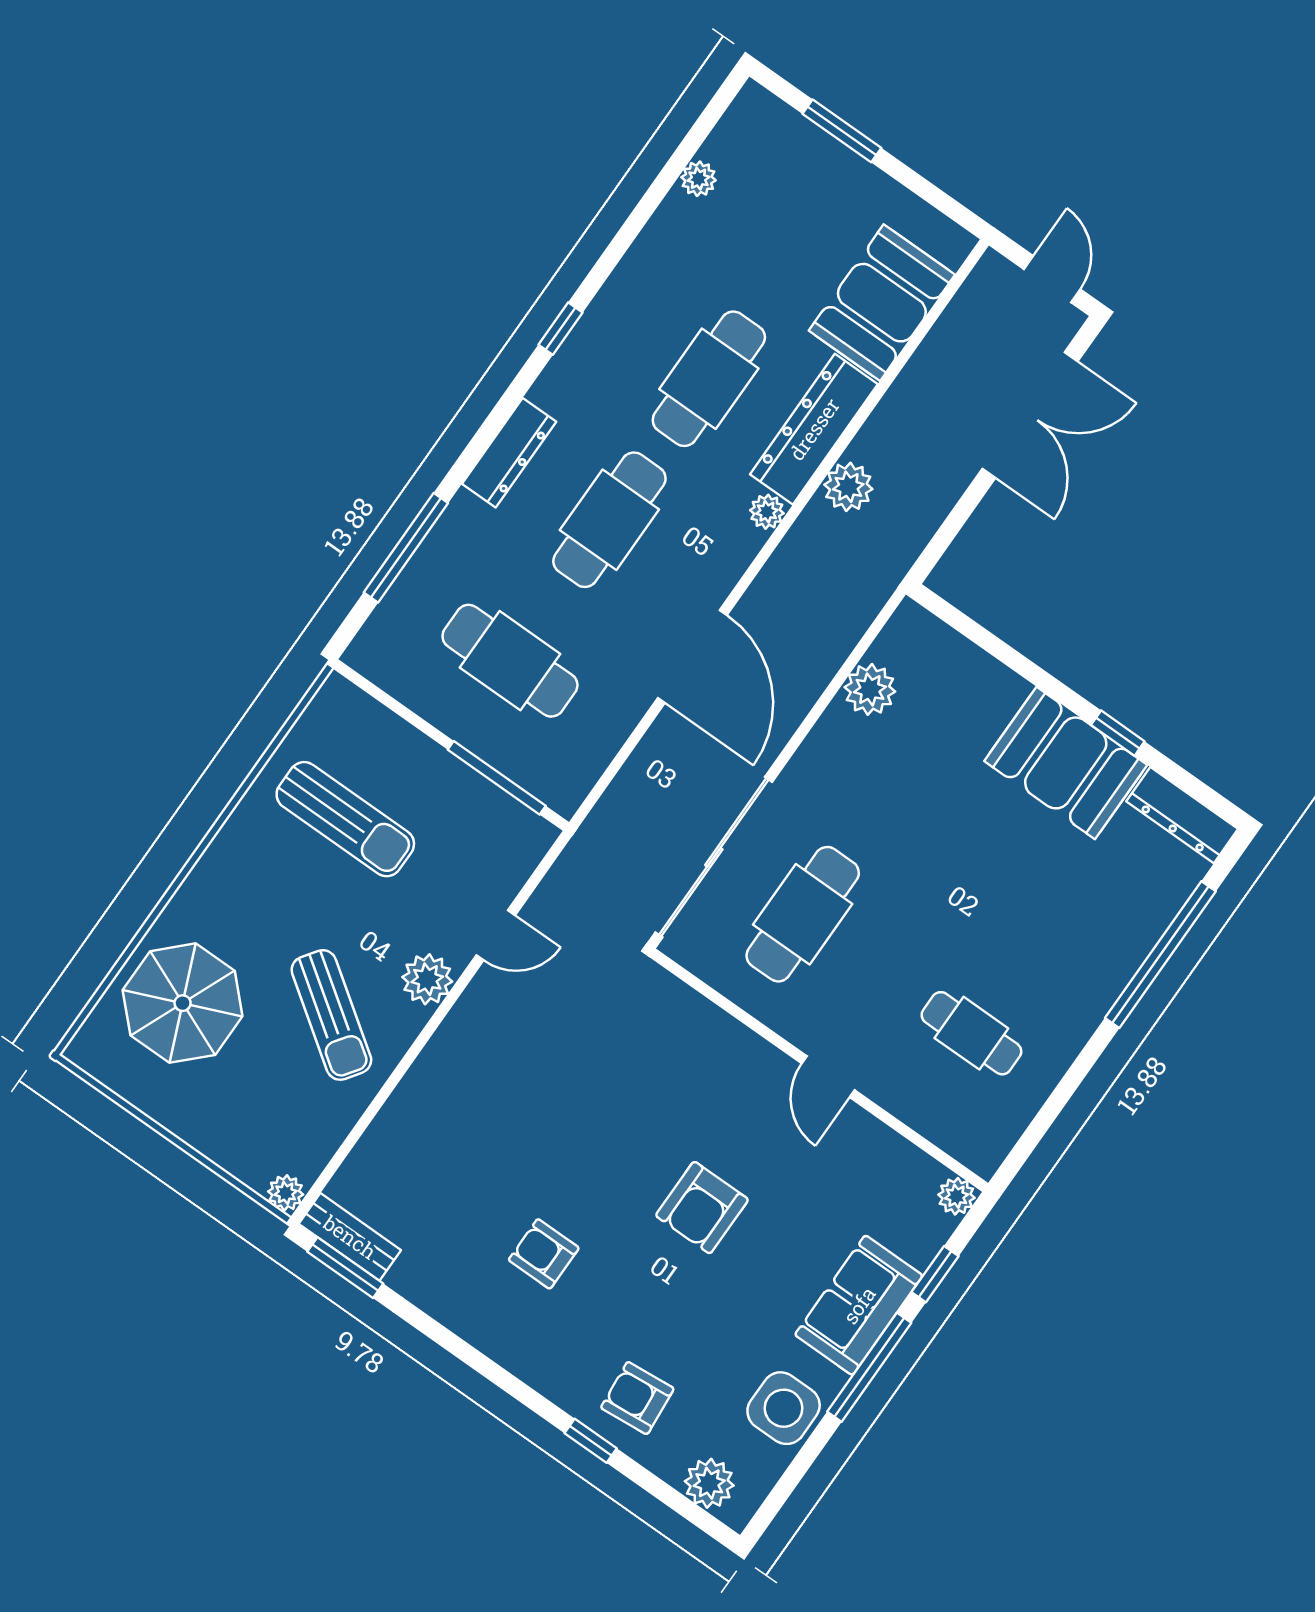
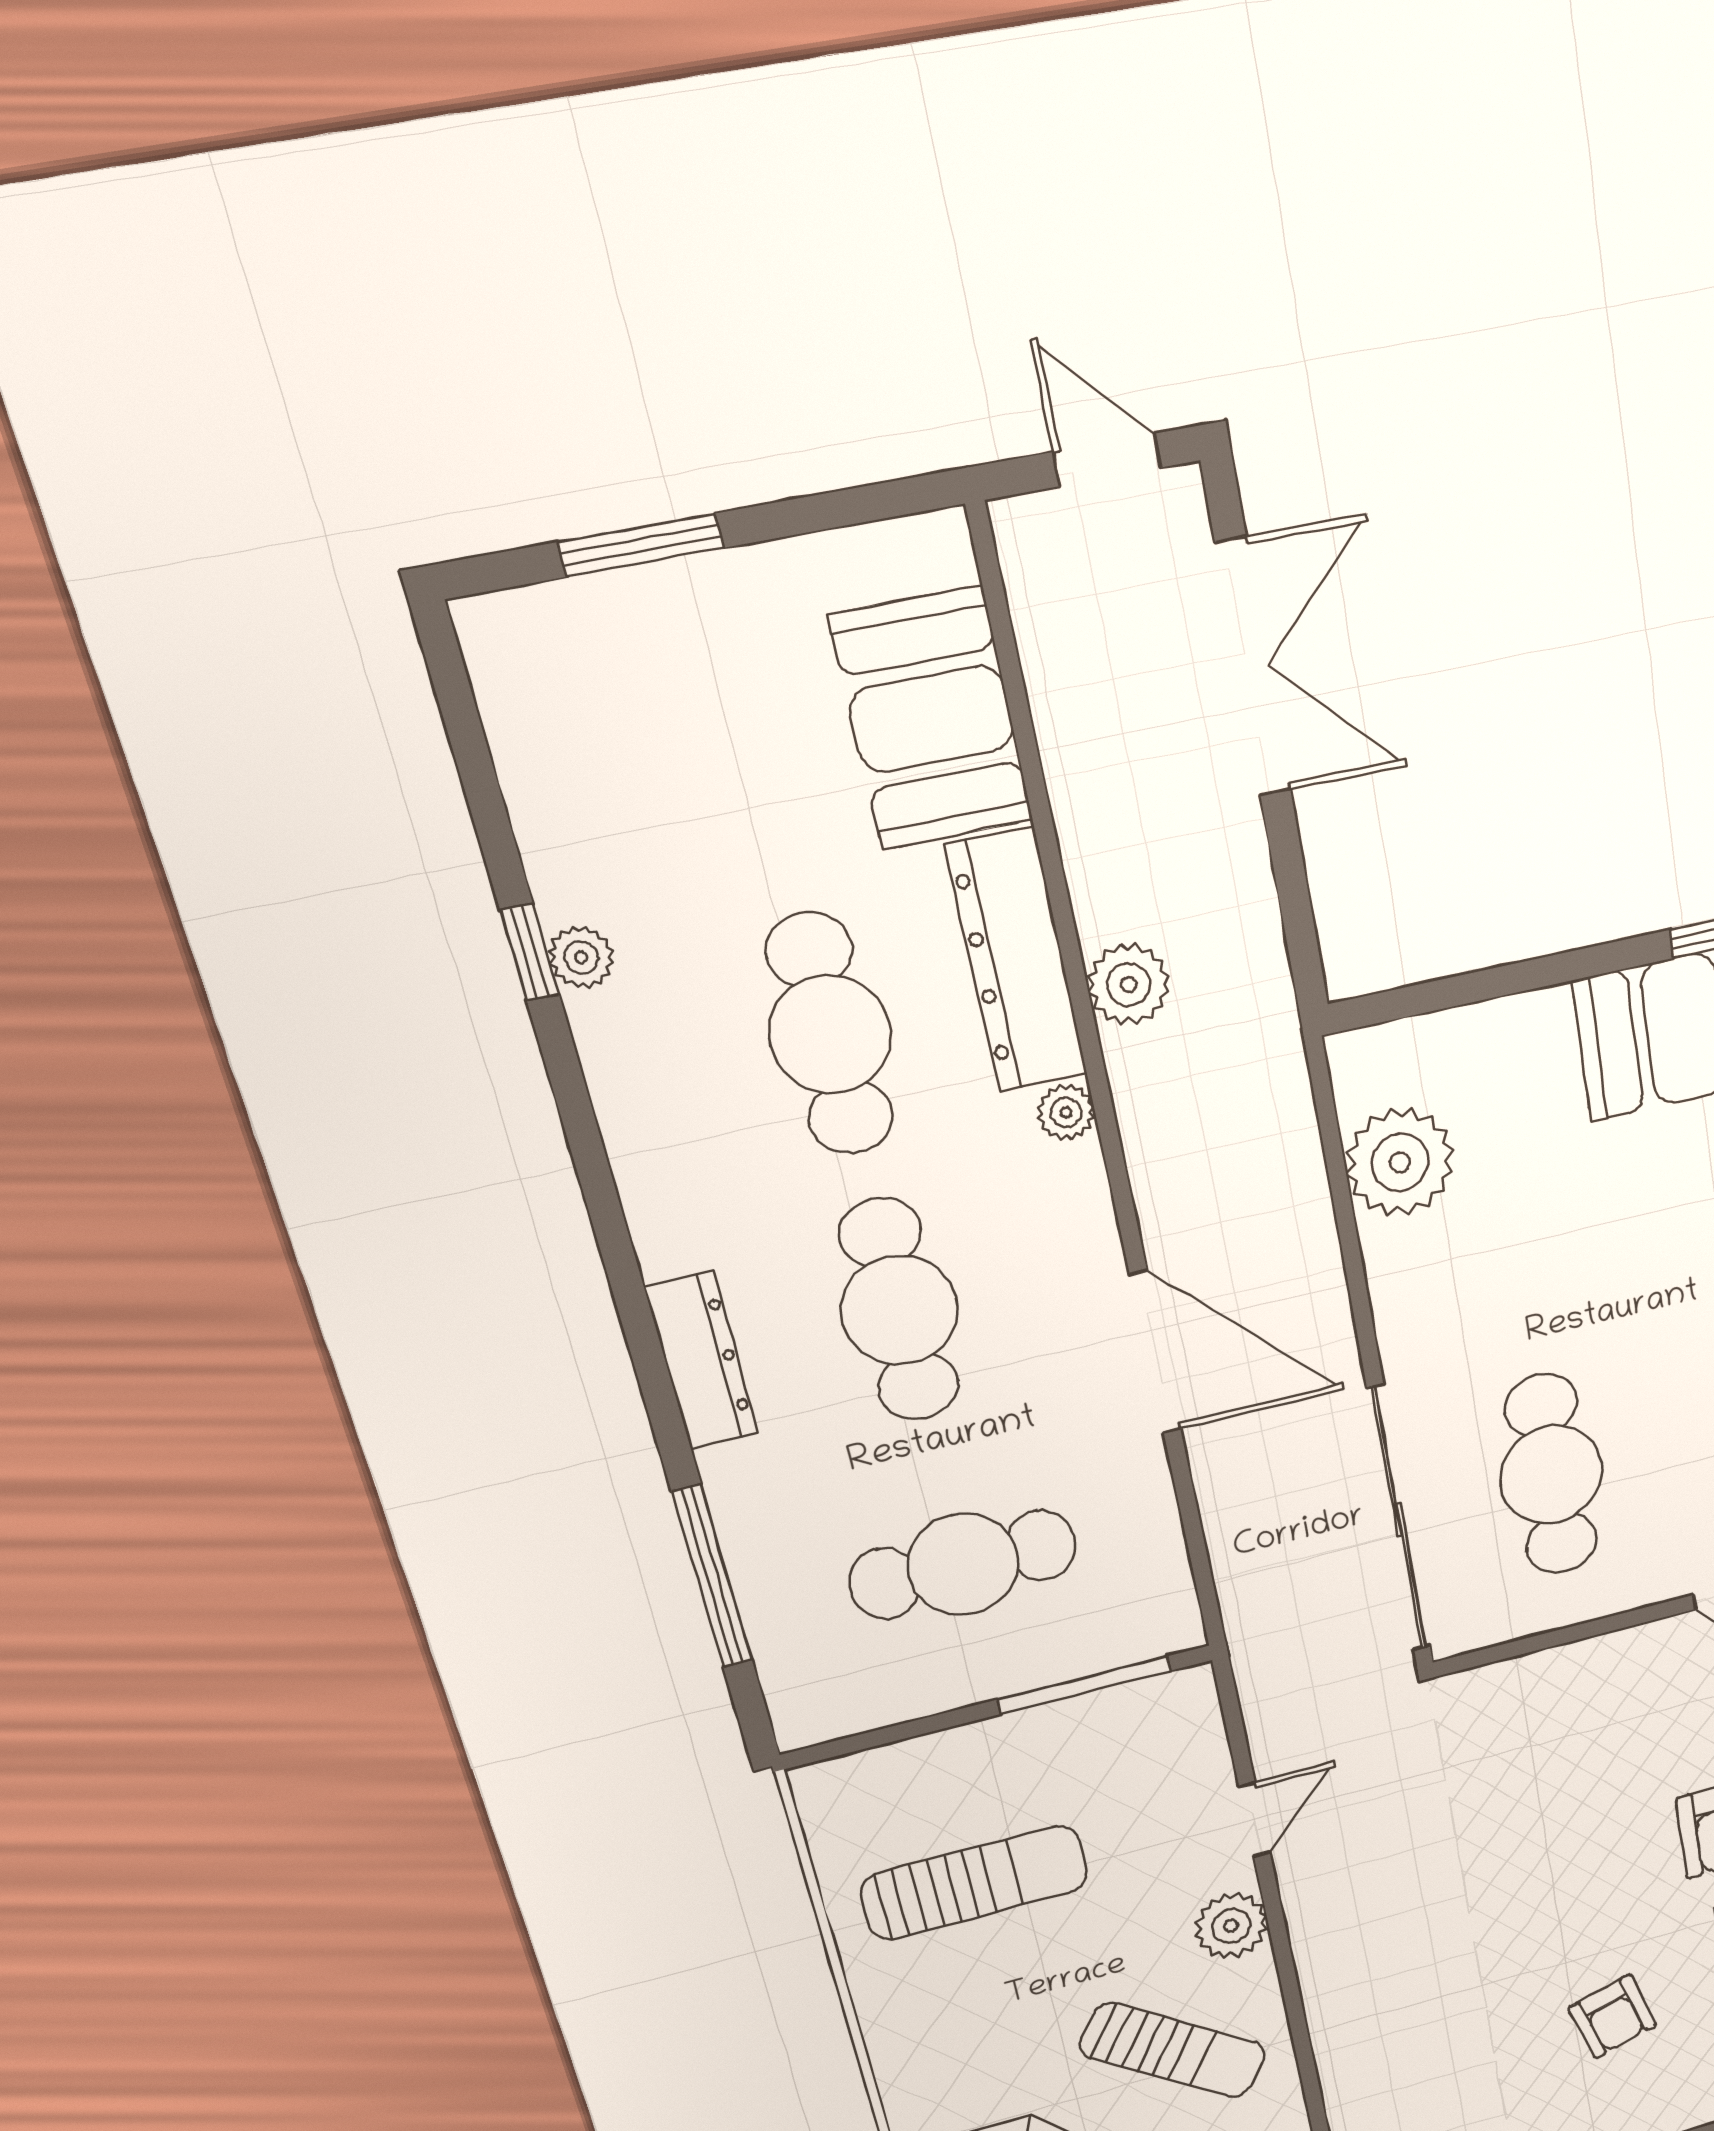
plant: (699, 179) -> (581, 957), moved
window: (561, 329) -> (530, 952), moved
plant: (870, 689) -> (1400, 1162), width x1.36, depth x1.36
armchair: (544, 1254) -> (1612, 2016), turned -106

